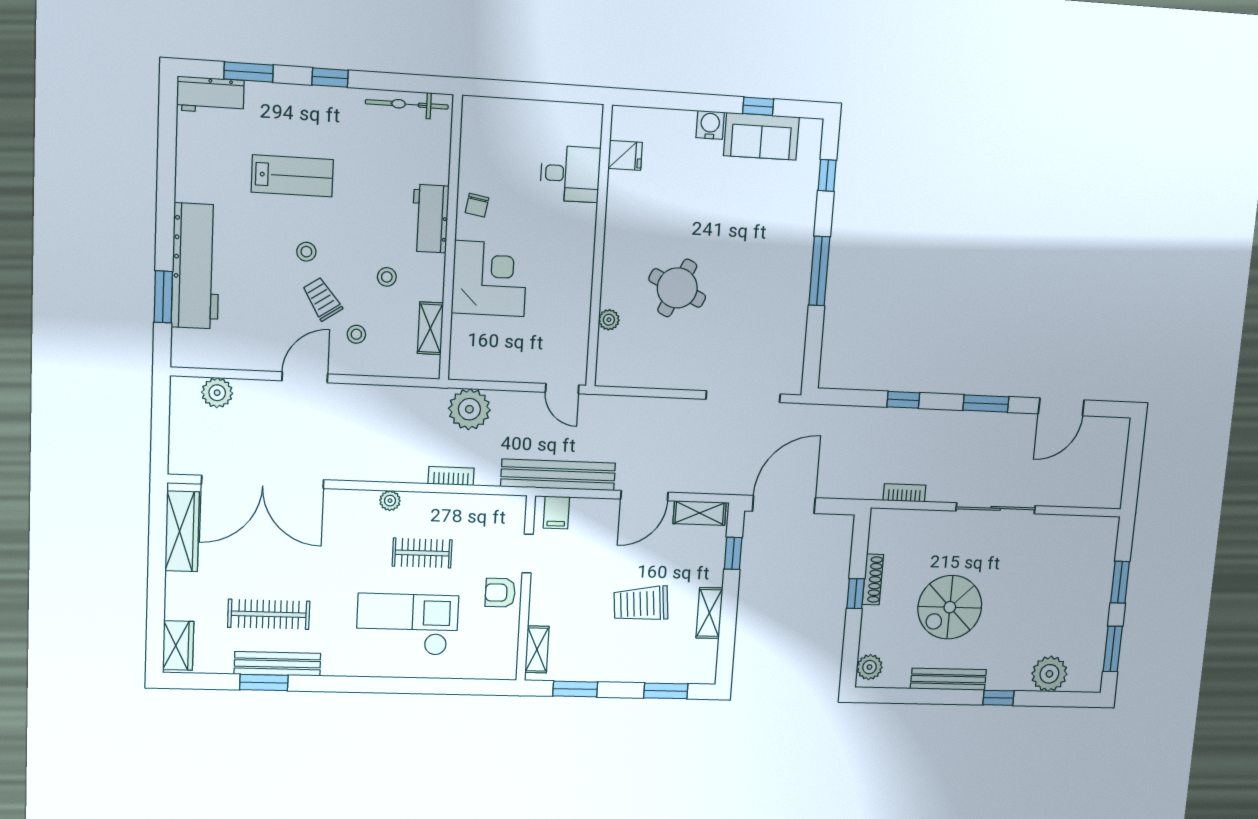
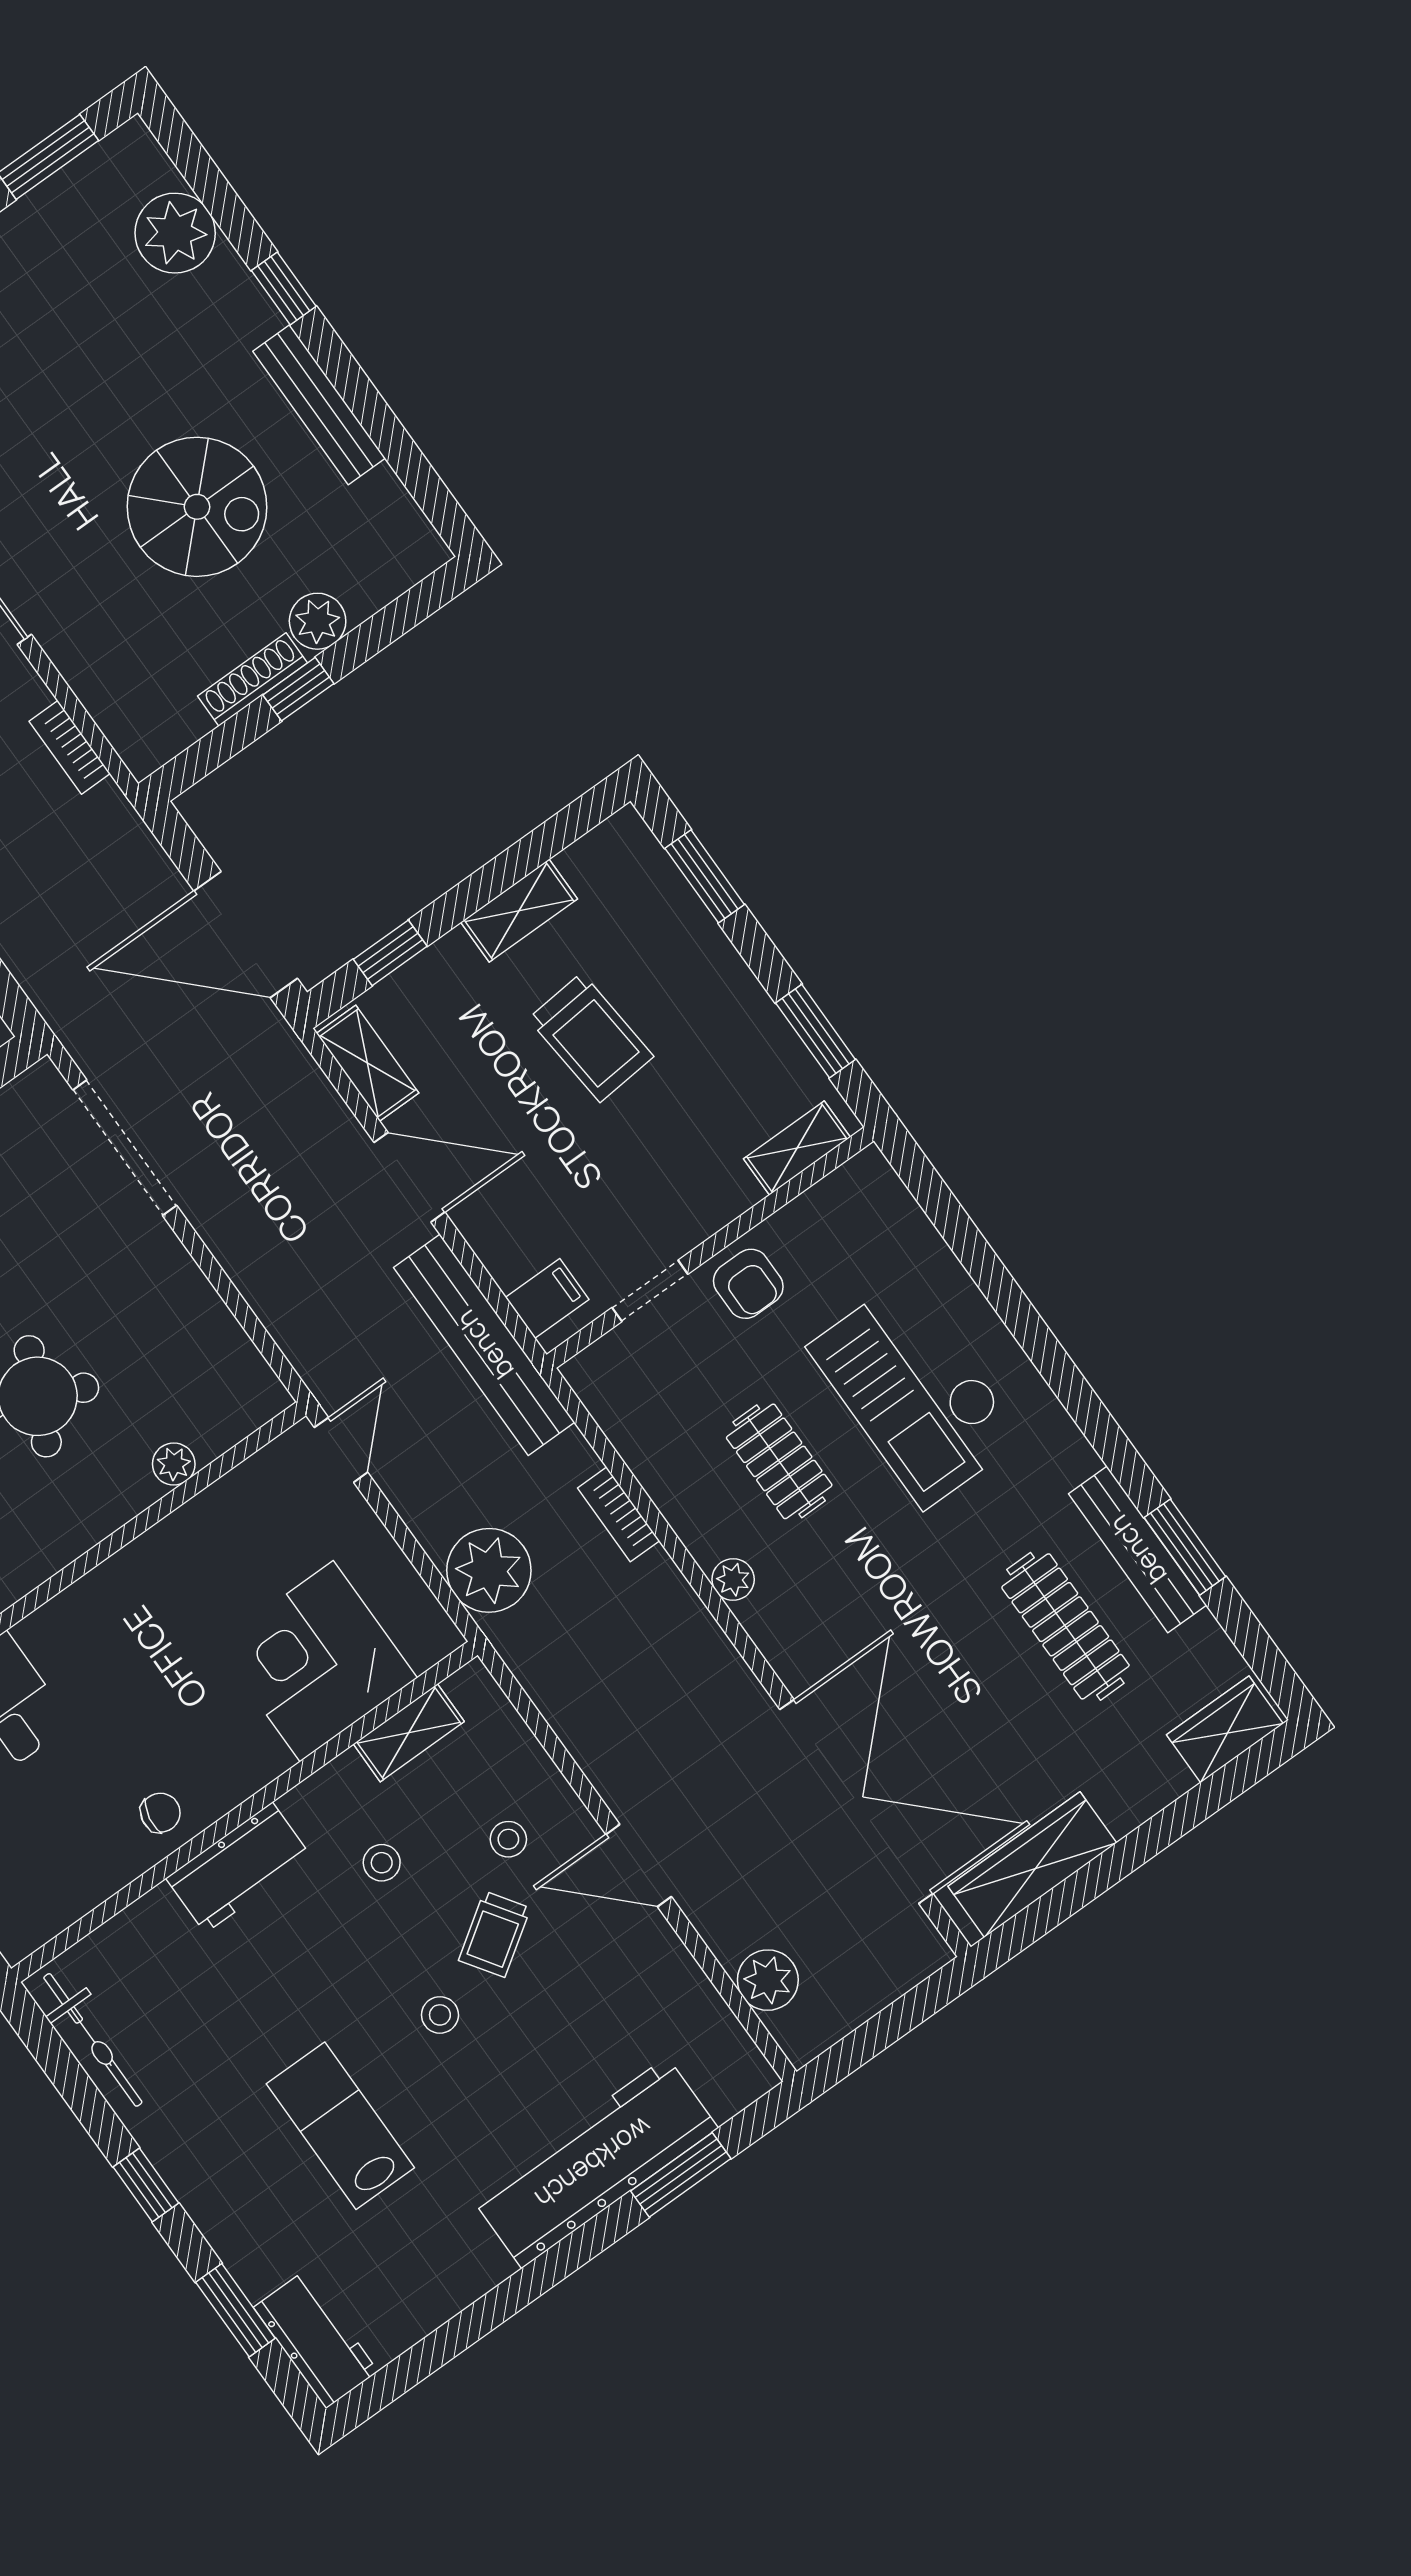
corner desk: (489, 279) -> (317, 1661), moved
plant: (869, 667) -> (318, 621), moved

